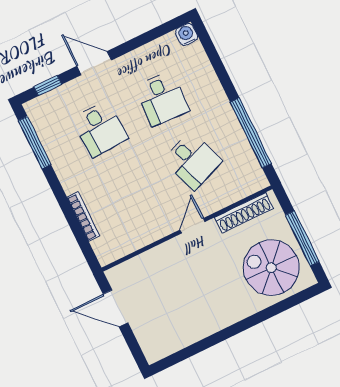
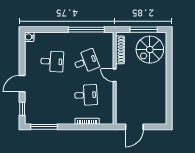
desk: (100, 129) -> (86, 95), moved

